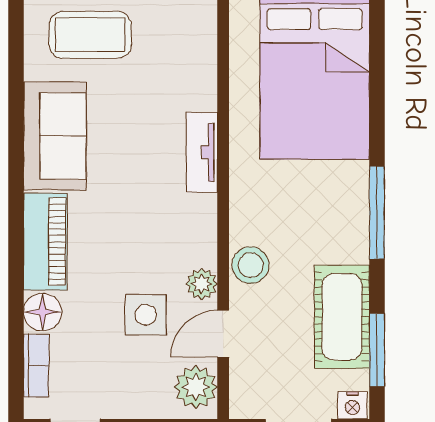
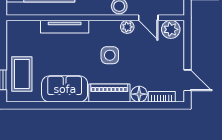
tv unit: (202, 152) -> (65, 27), width x1.41
side table: (146, 315) -> (110, 55), moved

